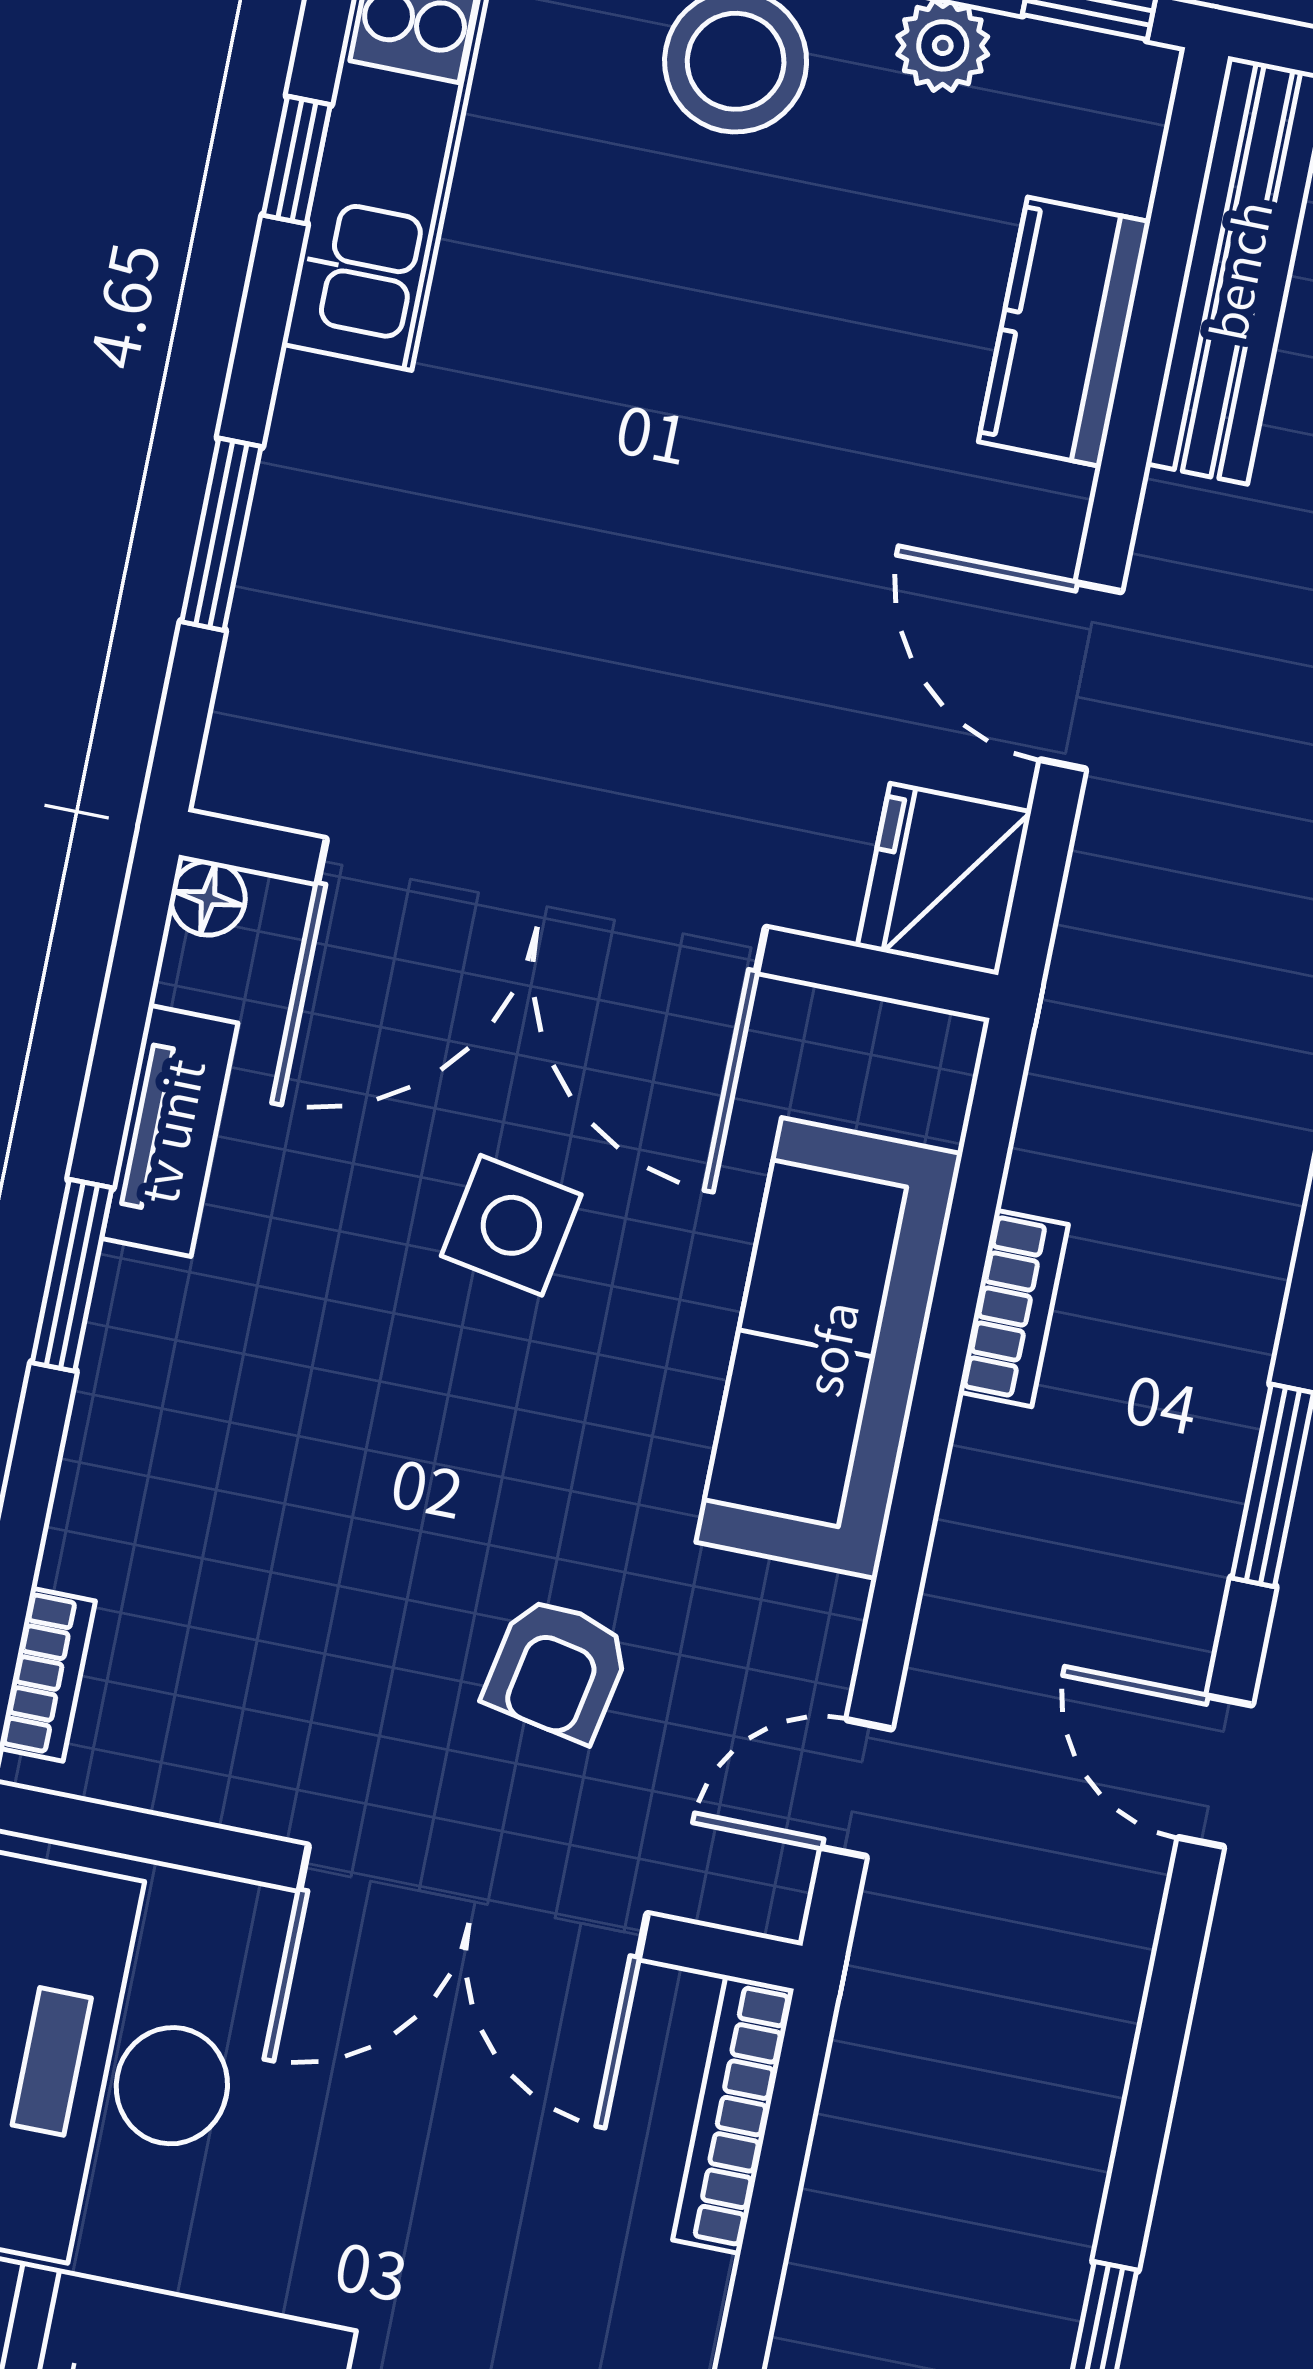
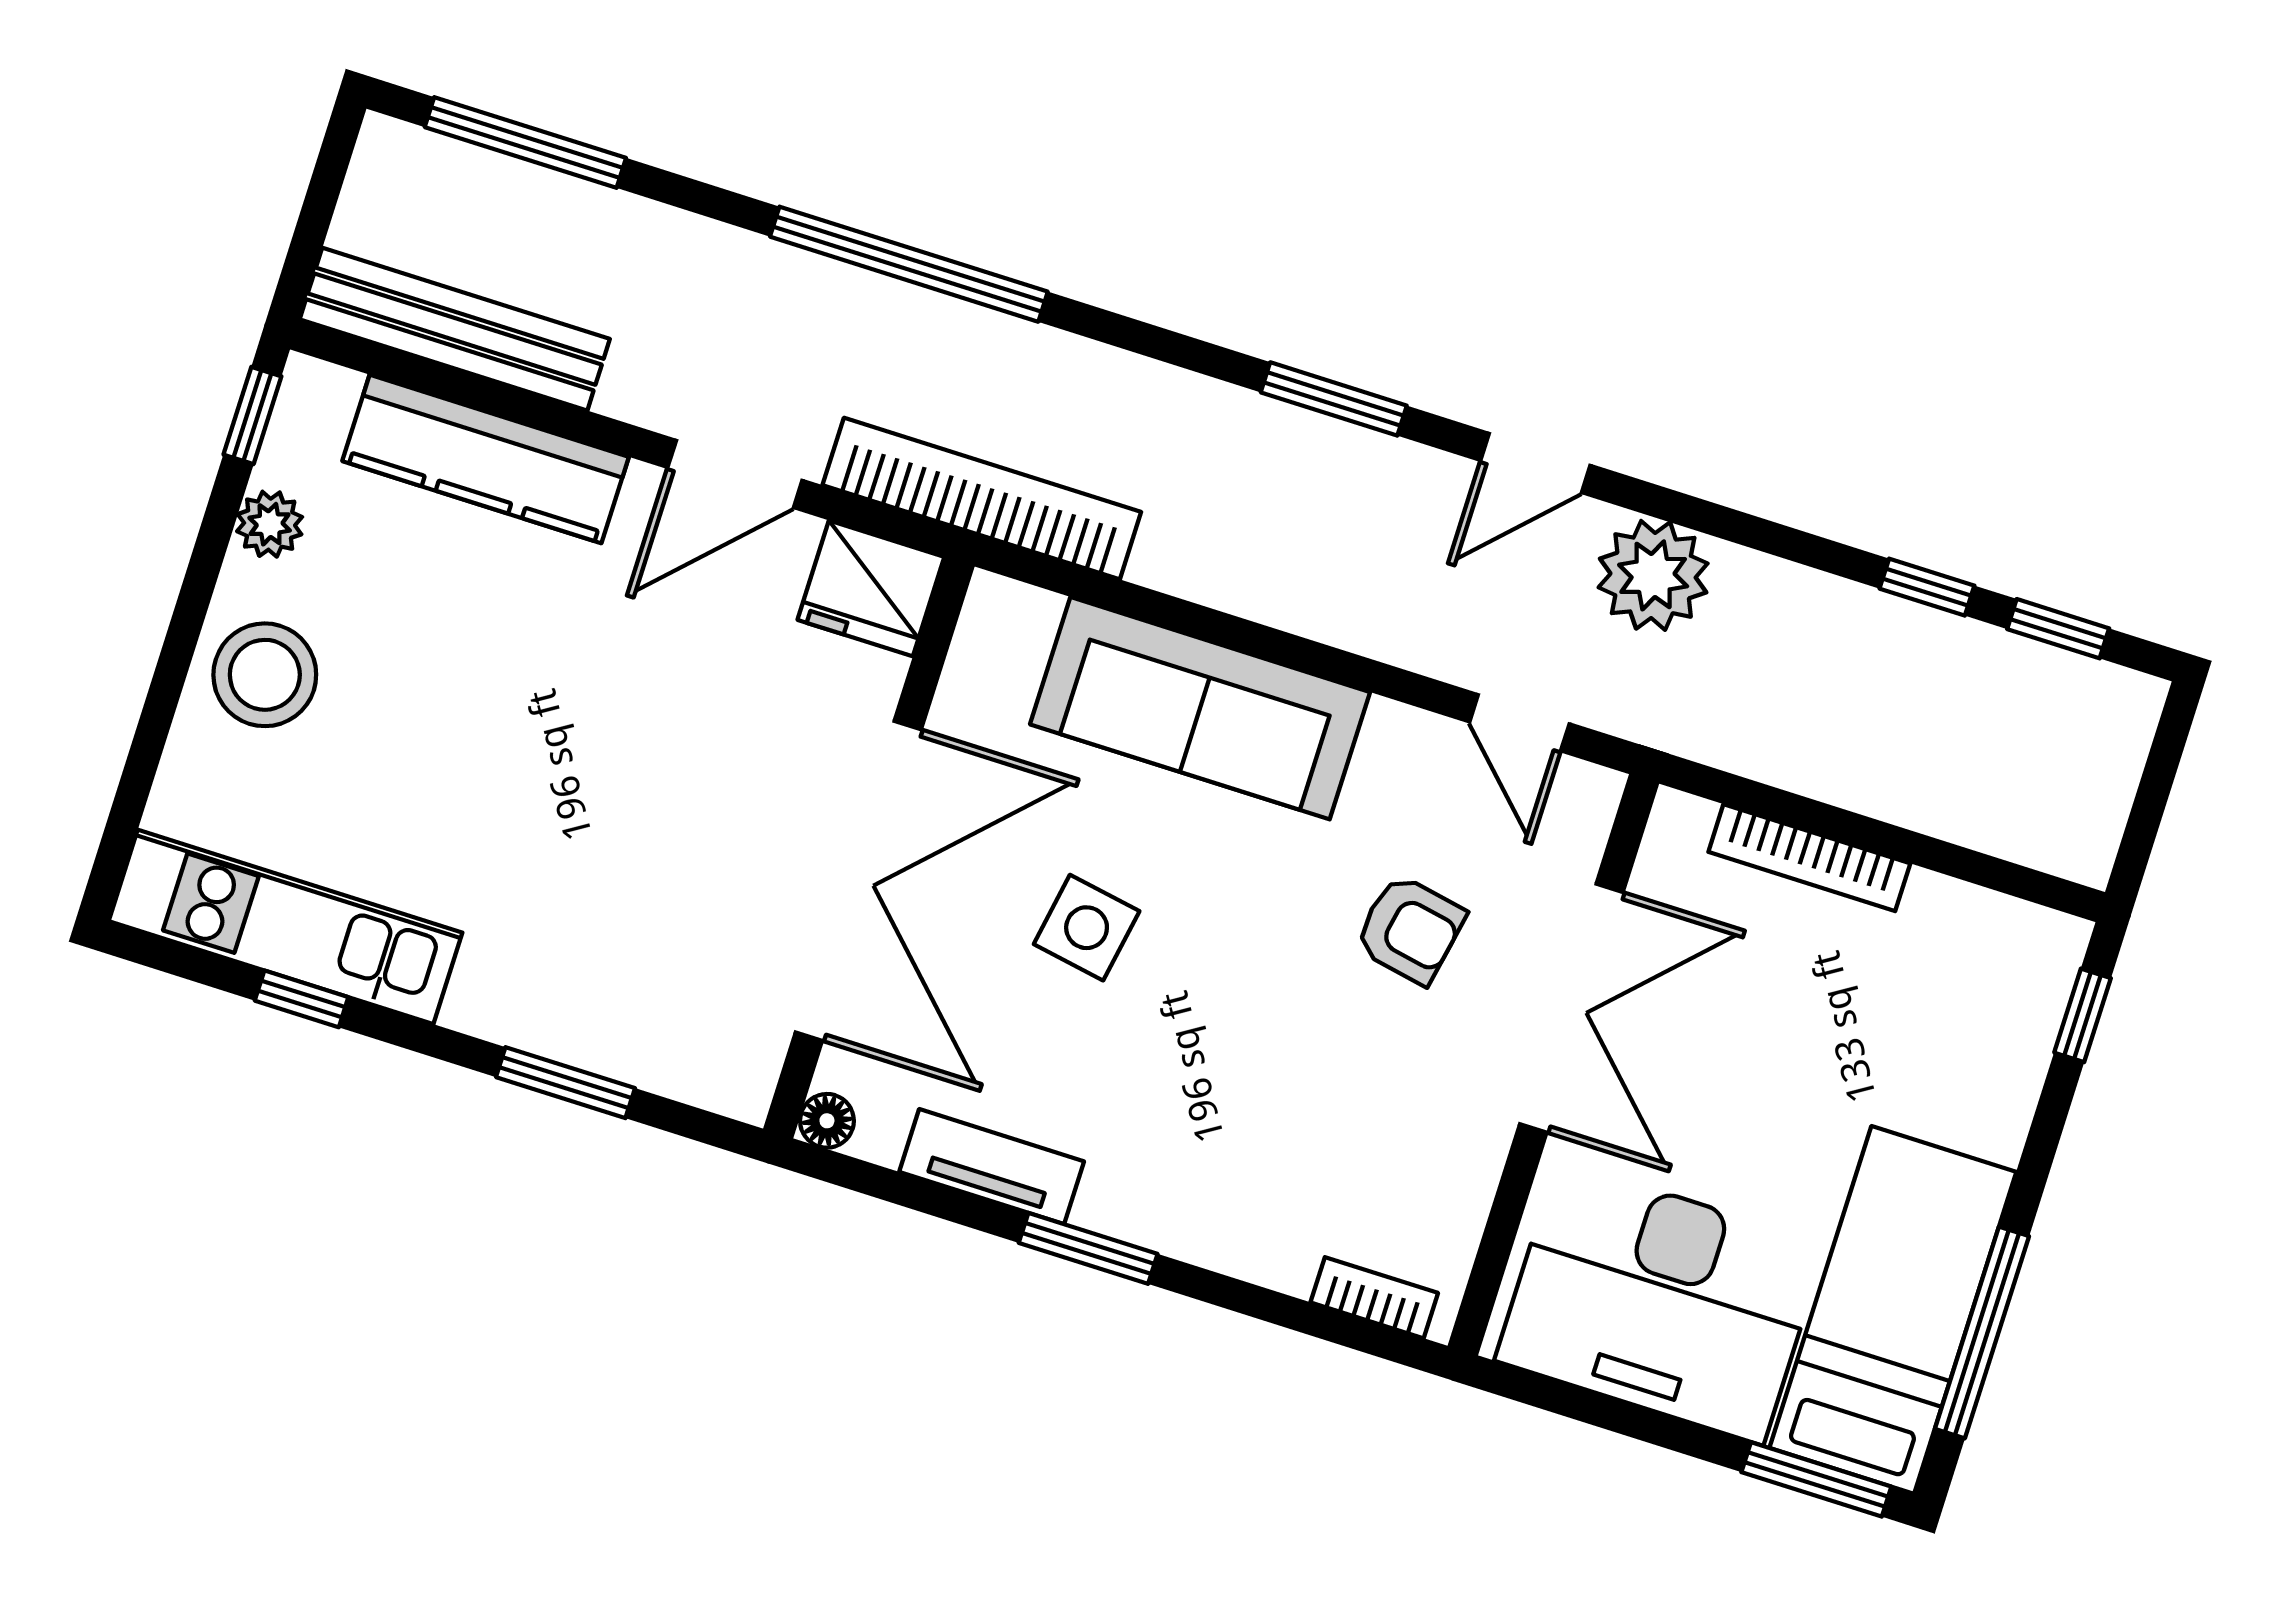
kitchen counter: (1064, 332) -> (486, 459), width x1.50
bookcase: (1013, 1308) -> (982, 499), moved, width x2.31, depth x1.31
plant: (1078, 1949) -> (1653, 575), added
bookcase: (733, 2114) -> (1809, 858), moved

